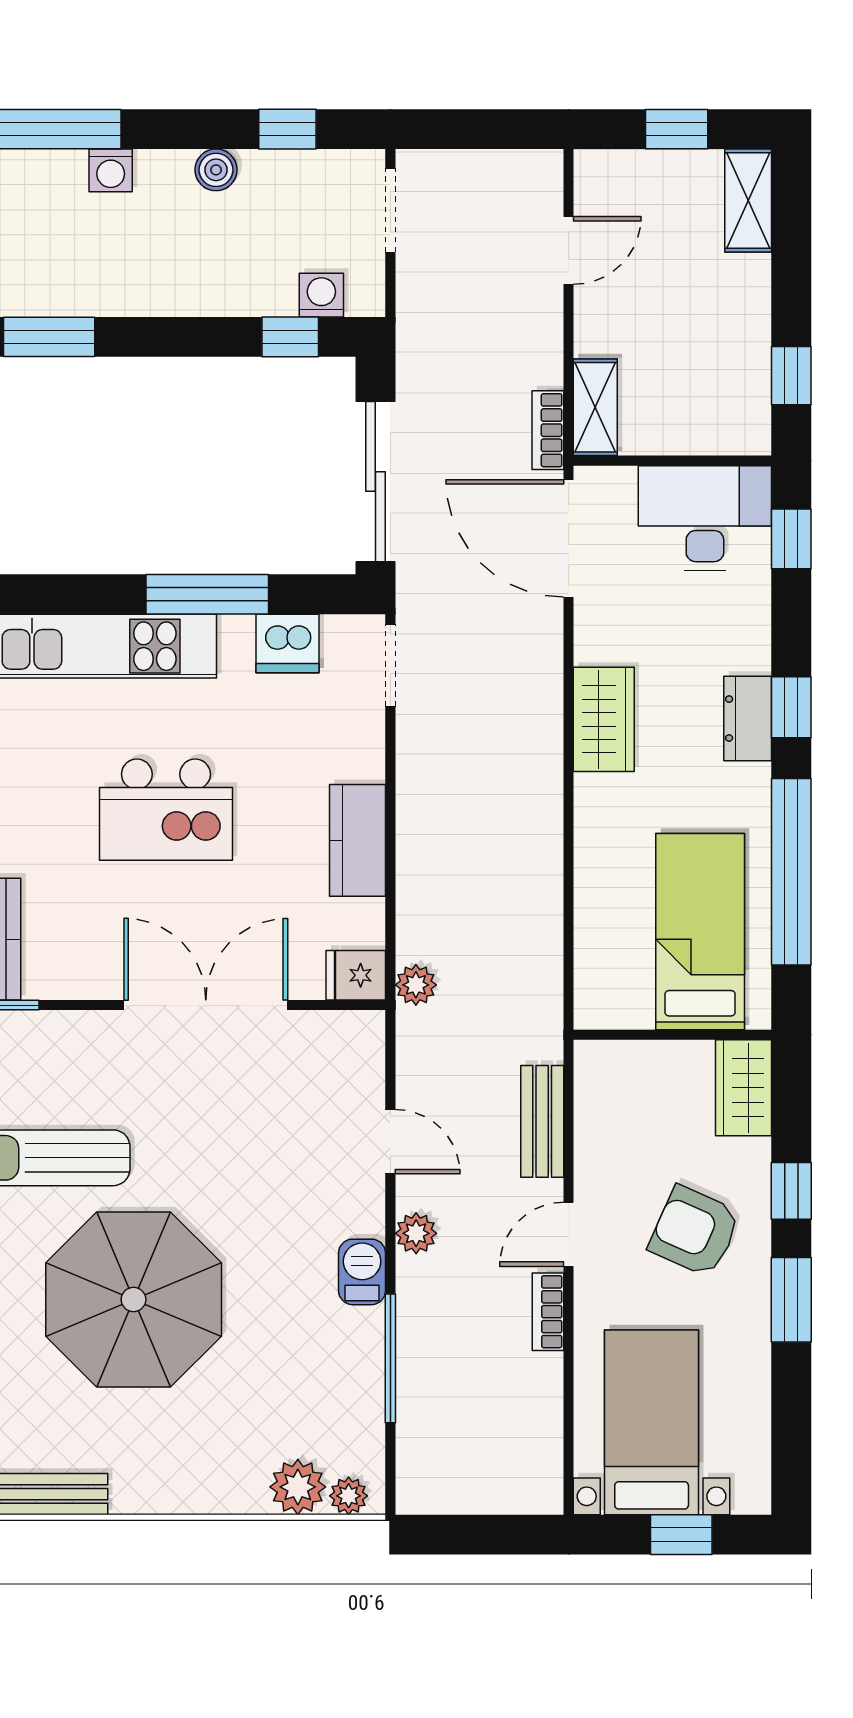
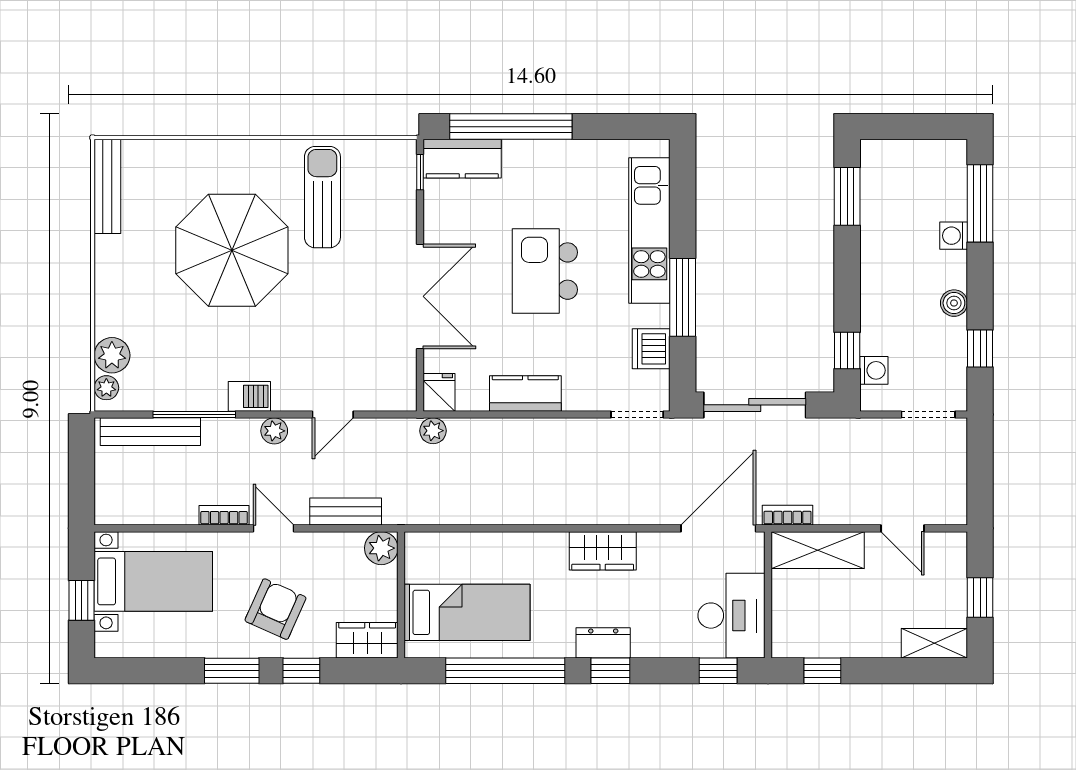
shelving: (595, 407) -> (818, 550), width x1.50, depth x1.33
plant: (599, 1066) -> (381, 548), added
bench: (417, 1427) -> (150, 432), added

